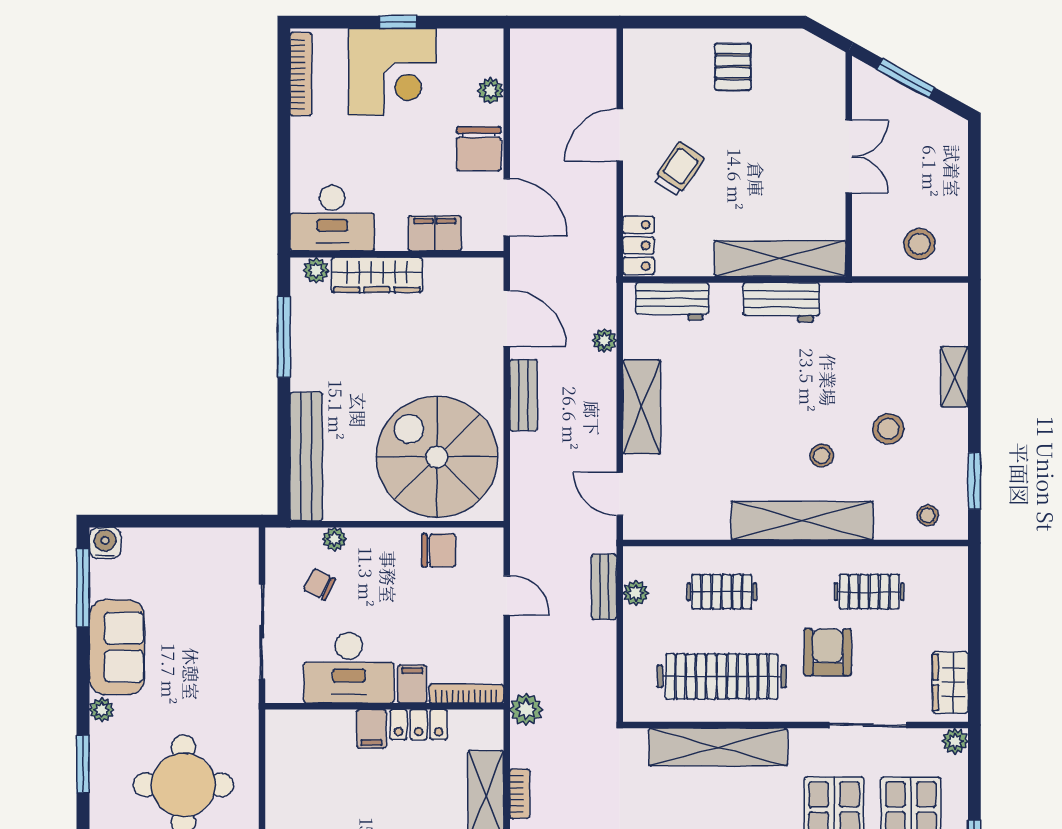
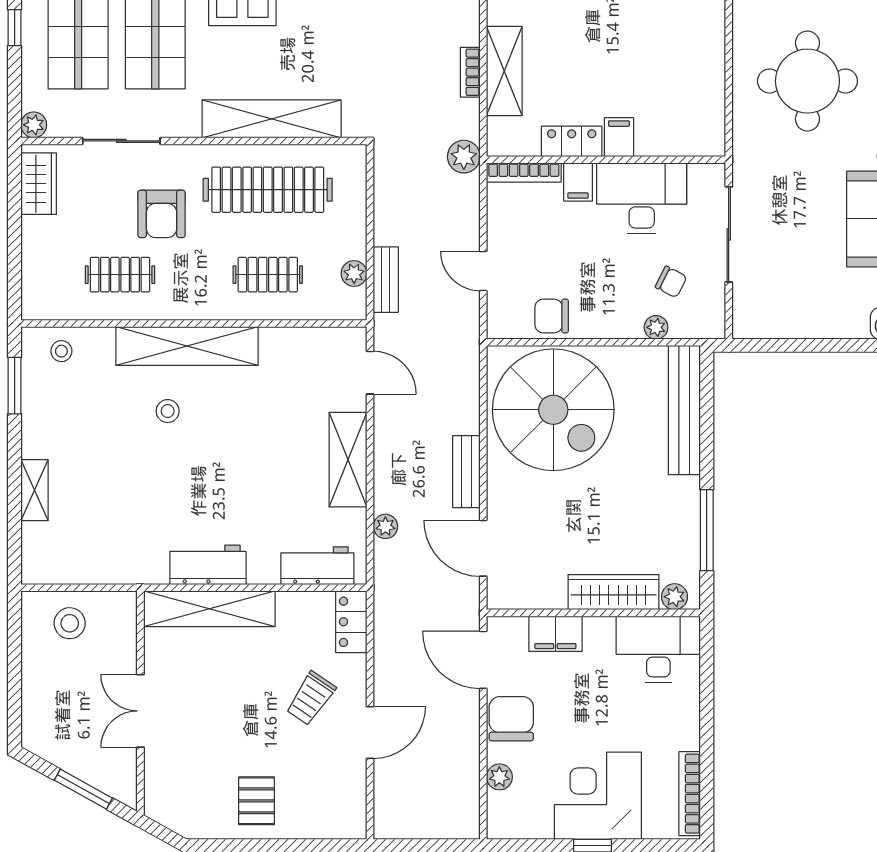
stool: (888, 429) -> (101, 438), removed

